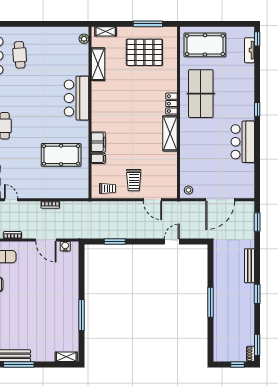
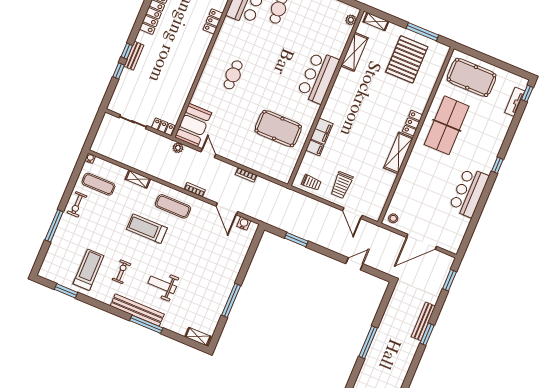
pallet: (144, 52) -> (407, 59), turned 90
window: (257, 294) -> (427, 334), moved
weight bench: (18, 326) -> (162, 285), added

